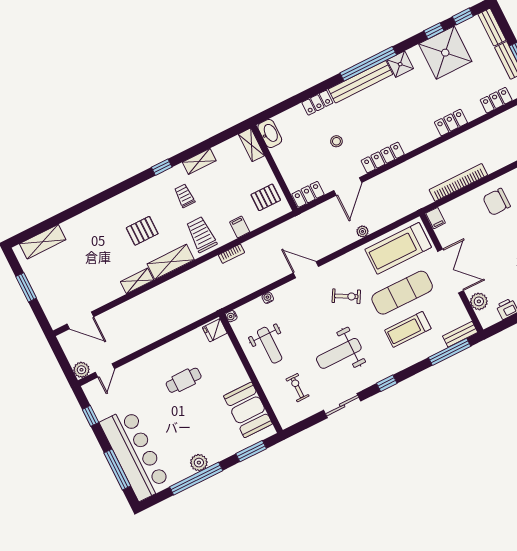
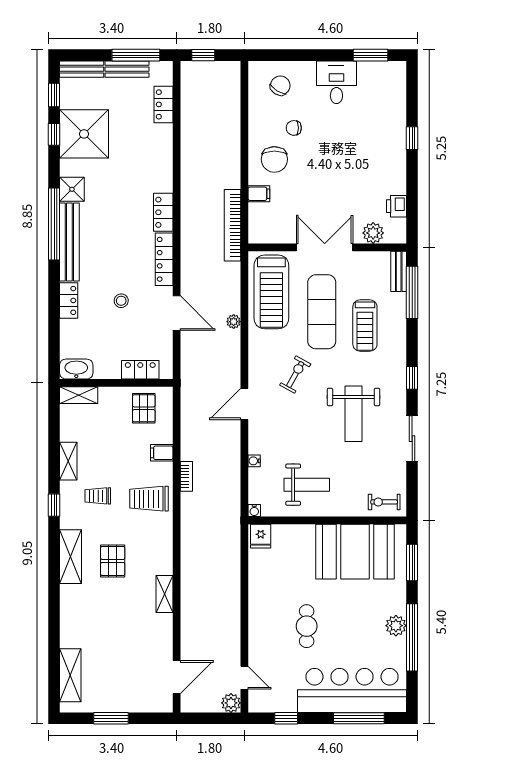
locker: (451, 123) -> (163, 212), moved
bookcase: (458, 182) -> (232, 225), moved
locker: (308, 194) -> (140, 370), moved, turned 90
filing cabinet: (436, 218) -> (259, 194), moved
shelving: (171, 262) -> (71, 557), moved
cafe table: (184, 380) -> (307, 626), moved
exercise bike: (297, 388) -> (384, 502), moved
booth: (248, 410) -> (355, 552), width x1.36, depth x1.42

